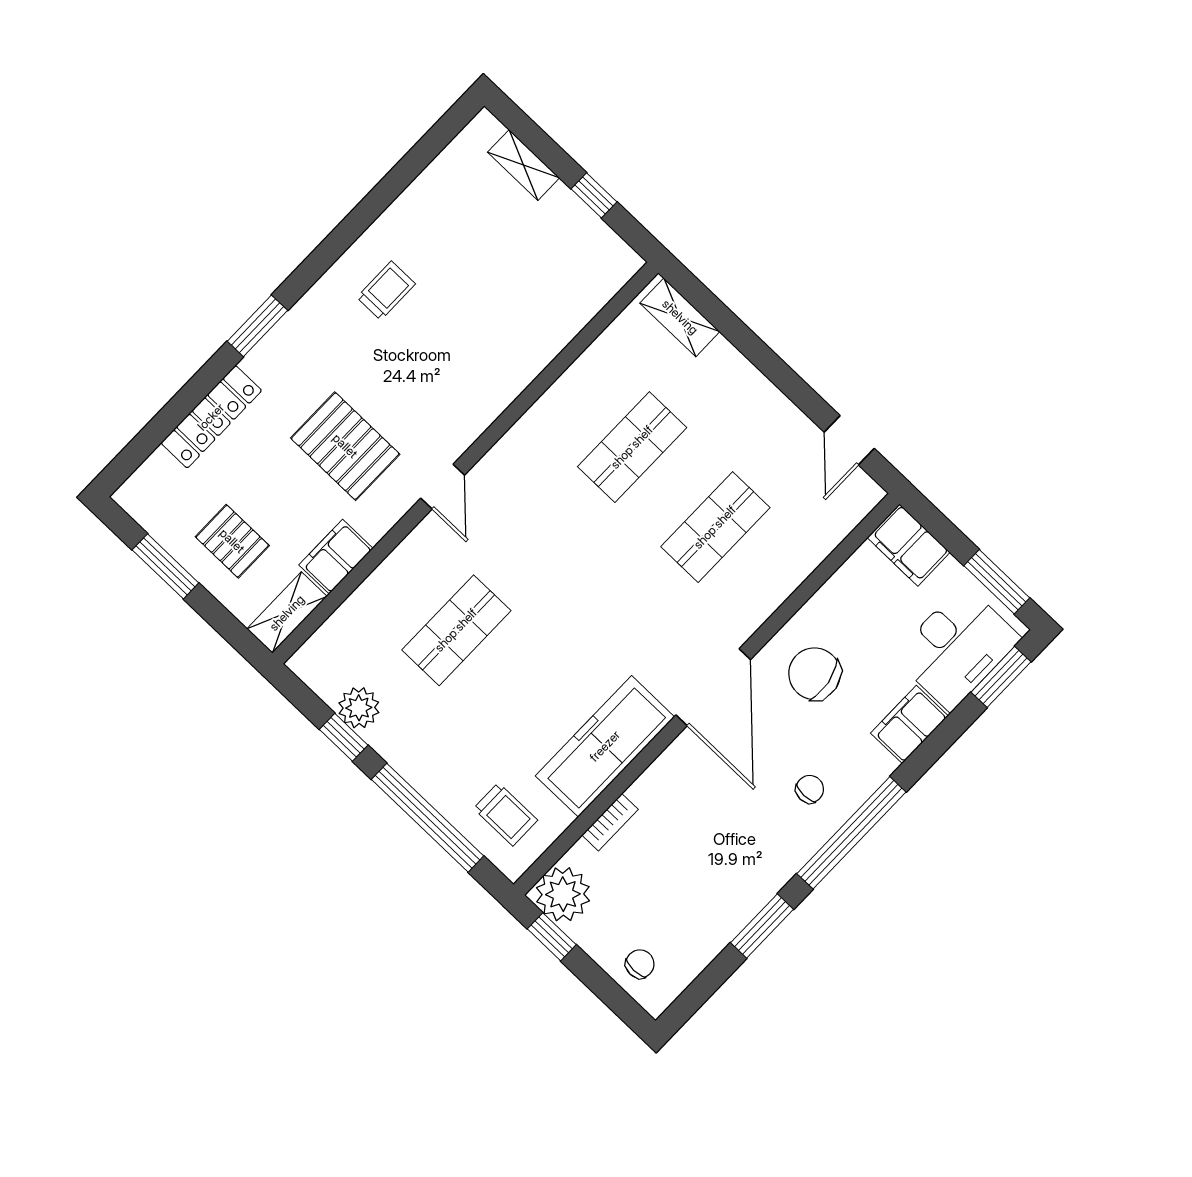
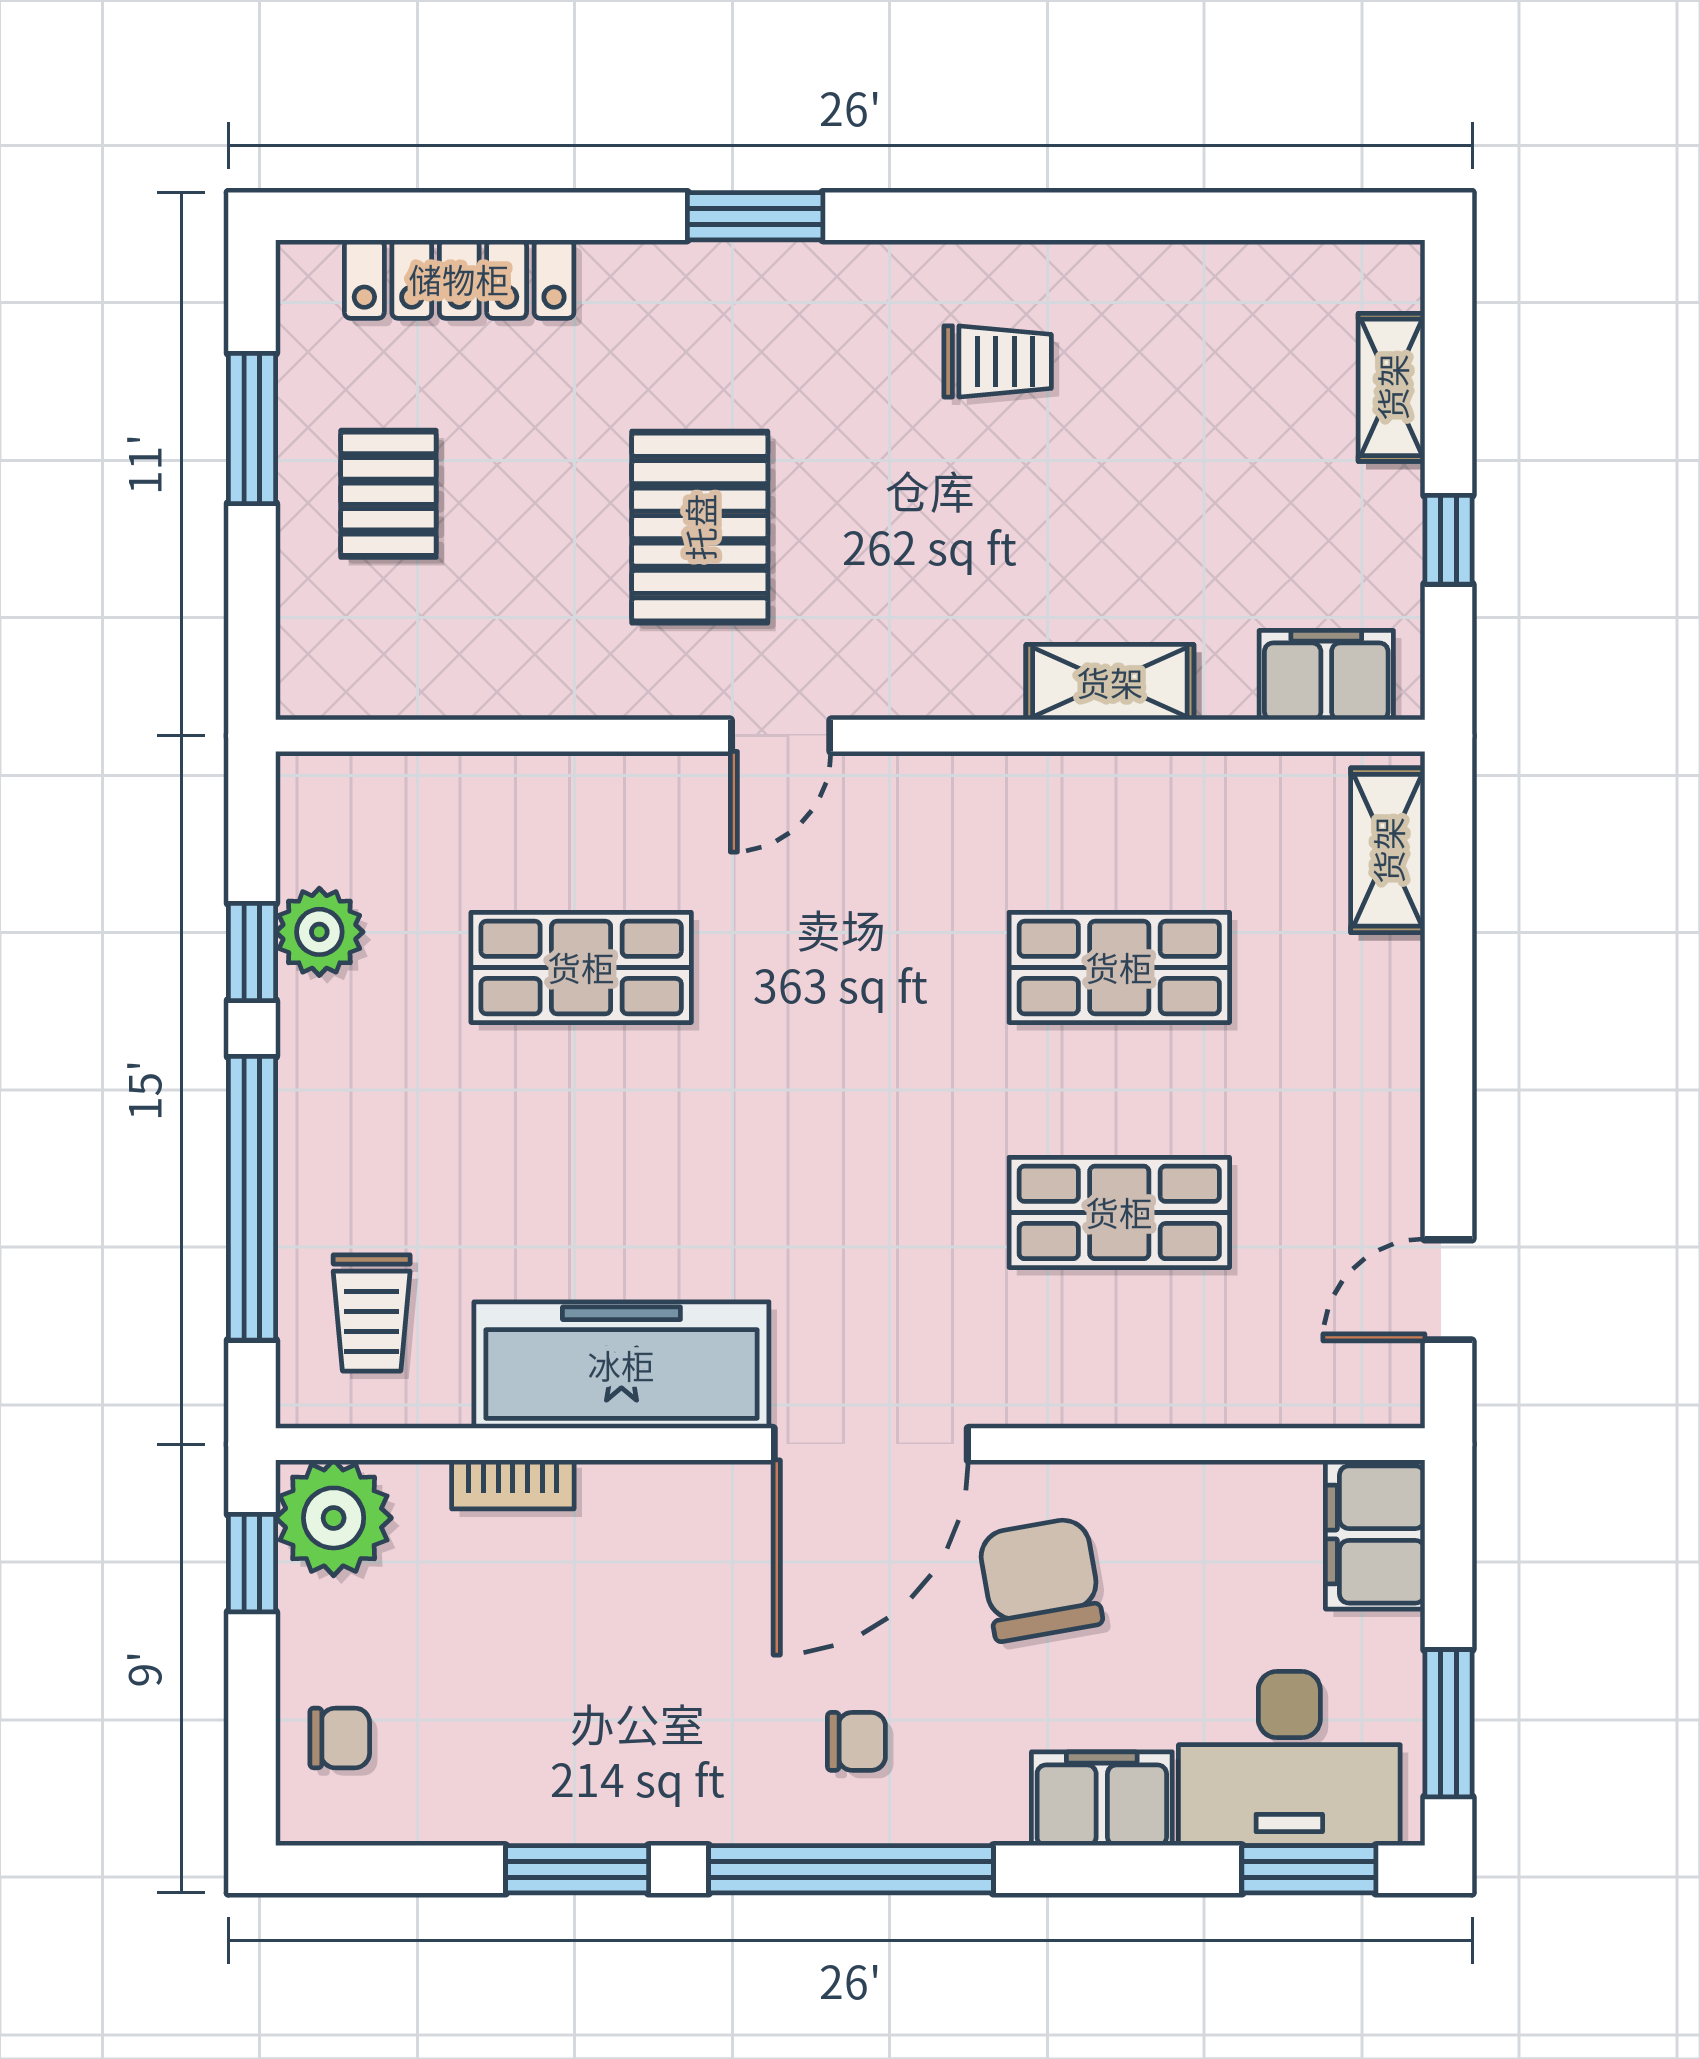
locker: (211, 417) -> (459, 279), moved
filing cabinet: (336, 557) -> (1326, 675), moved
shelving: (287, 613) -> (1110, 682), moved

